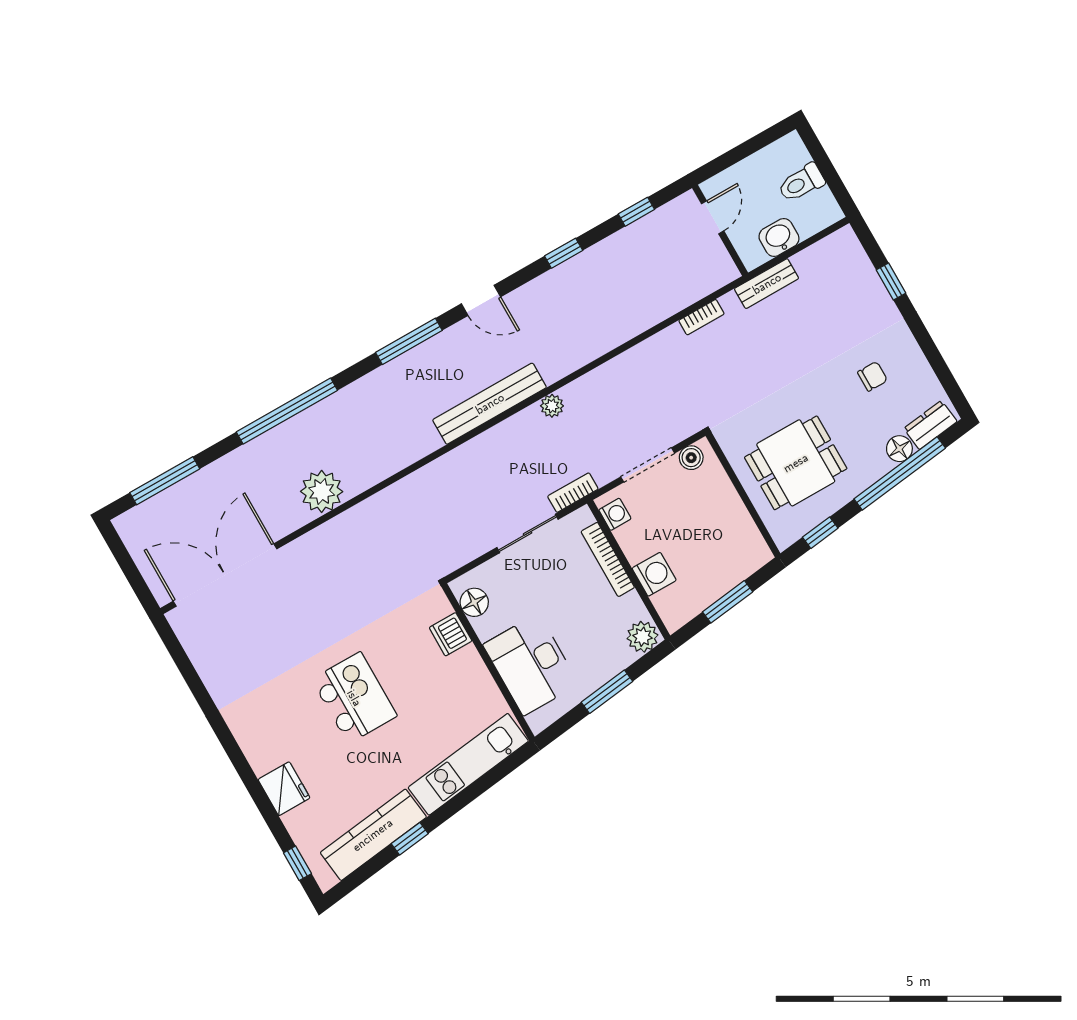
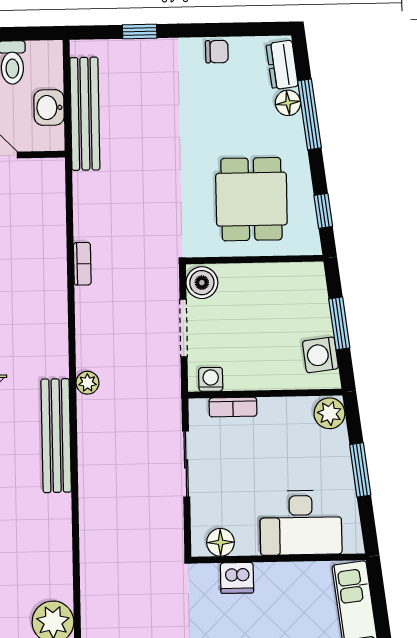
bench: (767, 284) -> (85, 114), width x1.86, depth x1.21
bookcase: (701, 317) -> (82, 264), moved
chair: (873, 376) -> (217, 52), moved, turned 90
boiler: (691, 458) -> (202, 283), width x1.36, depth x1.36
window: (900, 473) -> (310, 114), width x0.68
bookcase: (573, 493) -> (172, 406), removed
bookcase: (608, 559) -> (233, 407), width x0.64
washing machine: (654, 574) -> (320, 355), moved, turned -97

